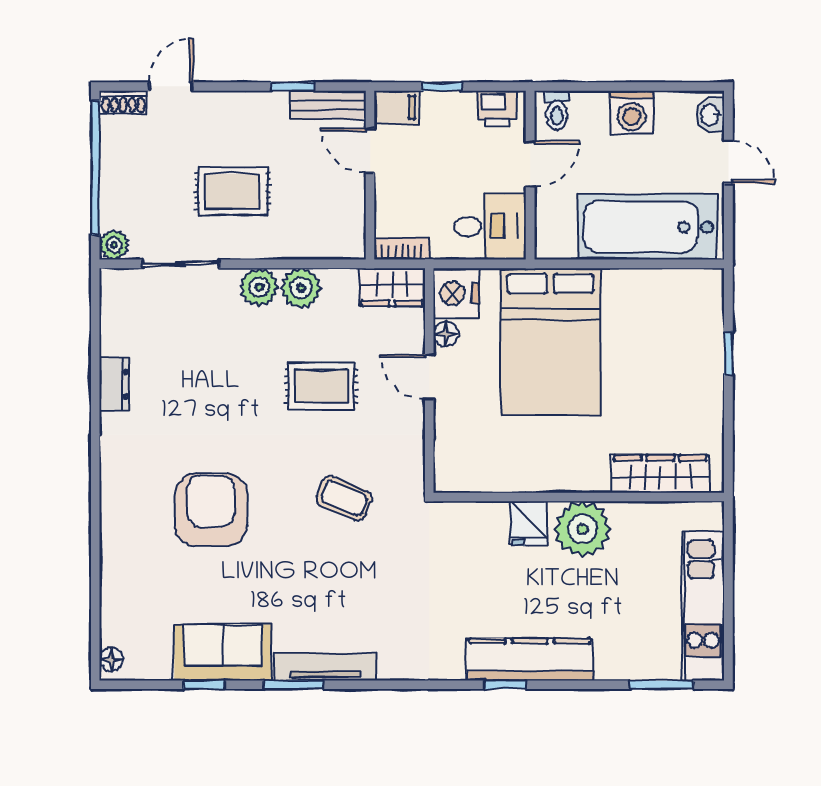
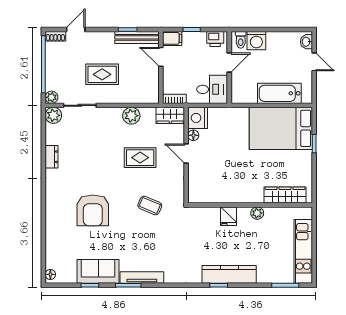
bench: (328, 105) -> (137, 37), width x1.36
washing machine: (632, 112) -> (256, 41), moved
bathtub: (647, 227) -> (279, 93), width x0.73, depth x0.73
plant: (259, 287) -> (53, 115), moved
bed: (551, 342) -> (281, 128), moved, turned 90
armchair: (211, 510) -> (93, 210), turned 180
plant: (582, 529) -> (257, 213), width x0.53, depth x0.53

